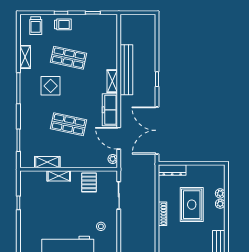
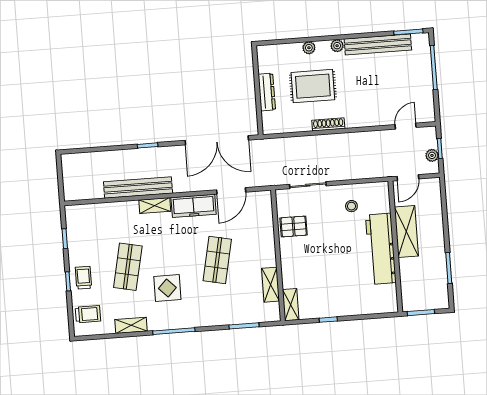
plant: (113, 159) -> (259, 197), removed
dresser: (172, 170) -> (267, 92), moved
shelving: (59, 176) -> (291, 305), moved
plant: (220, 193) -> (337, 46), moved

